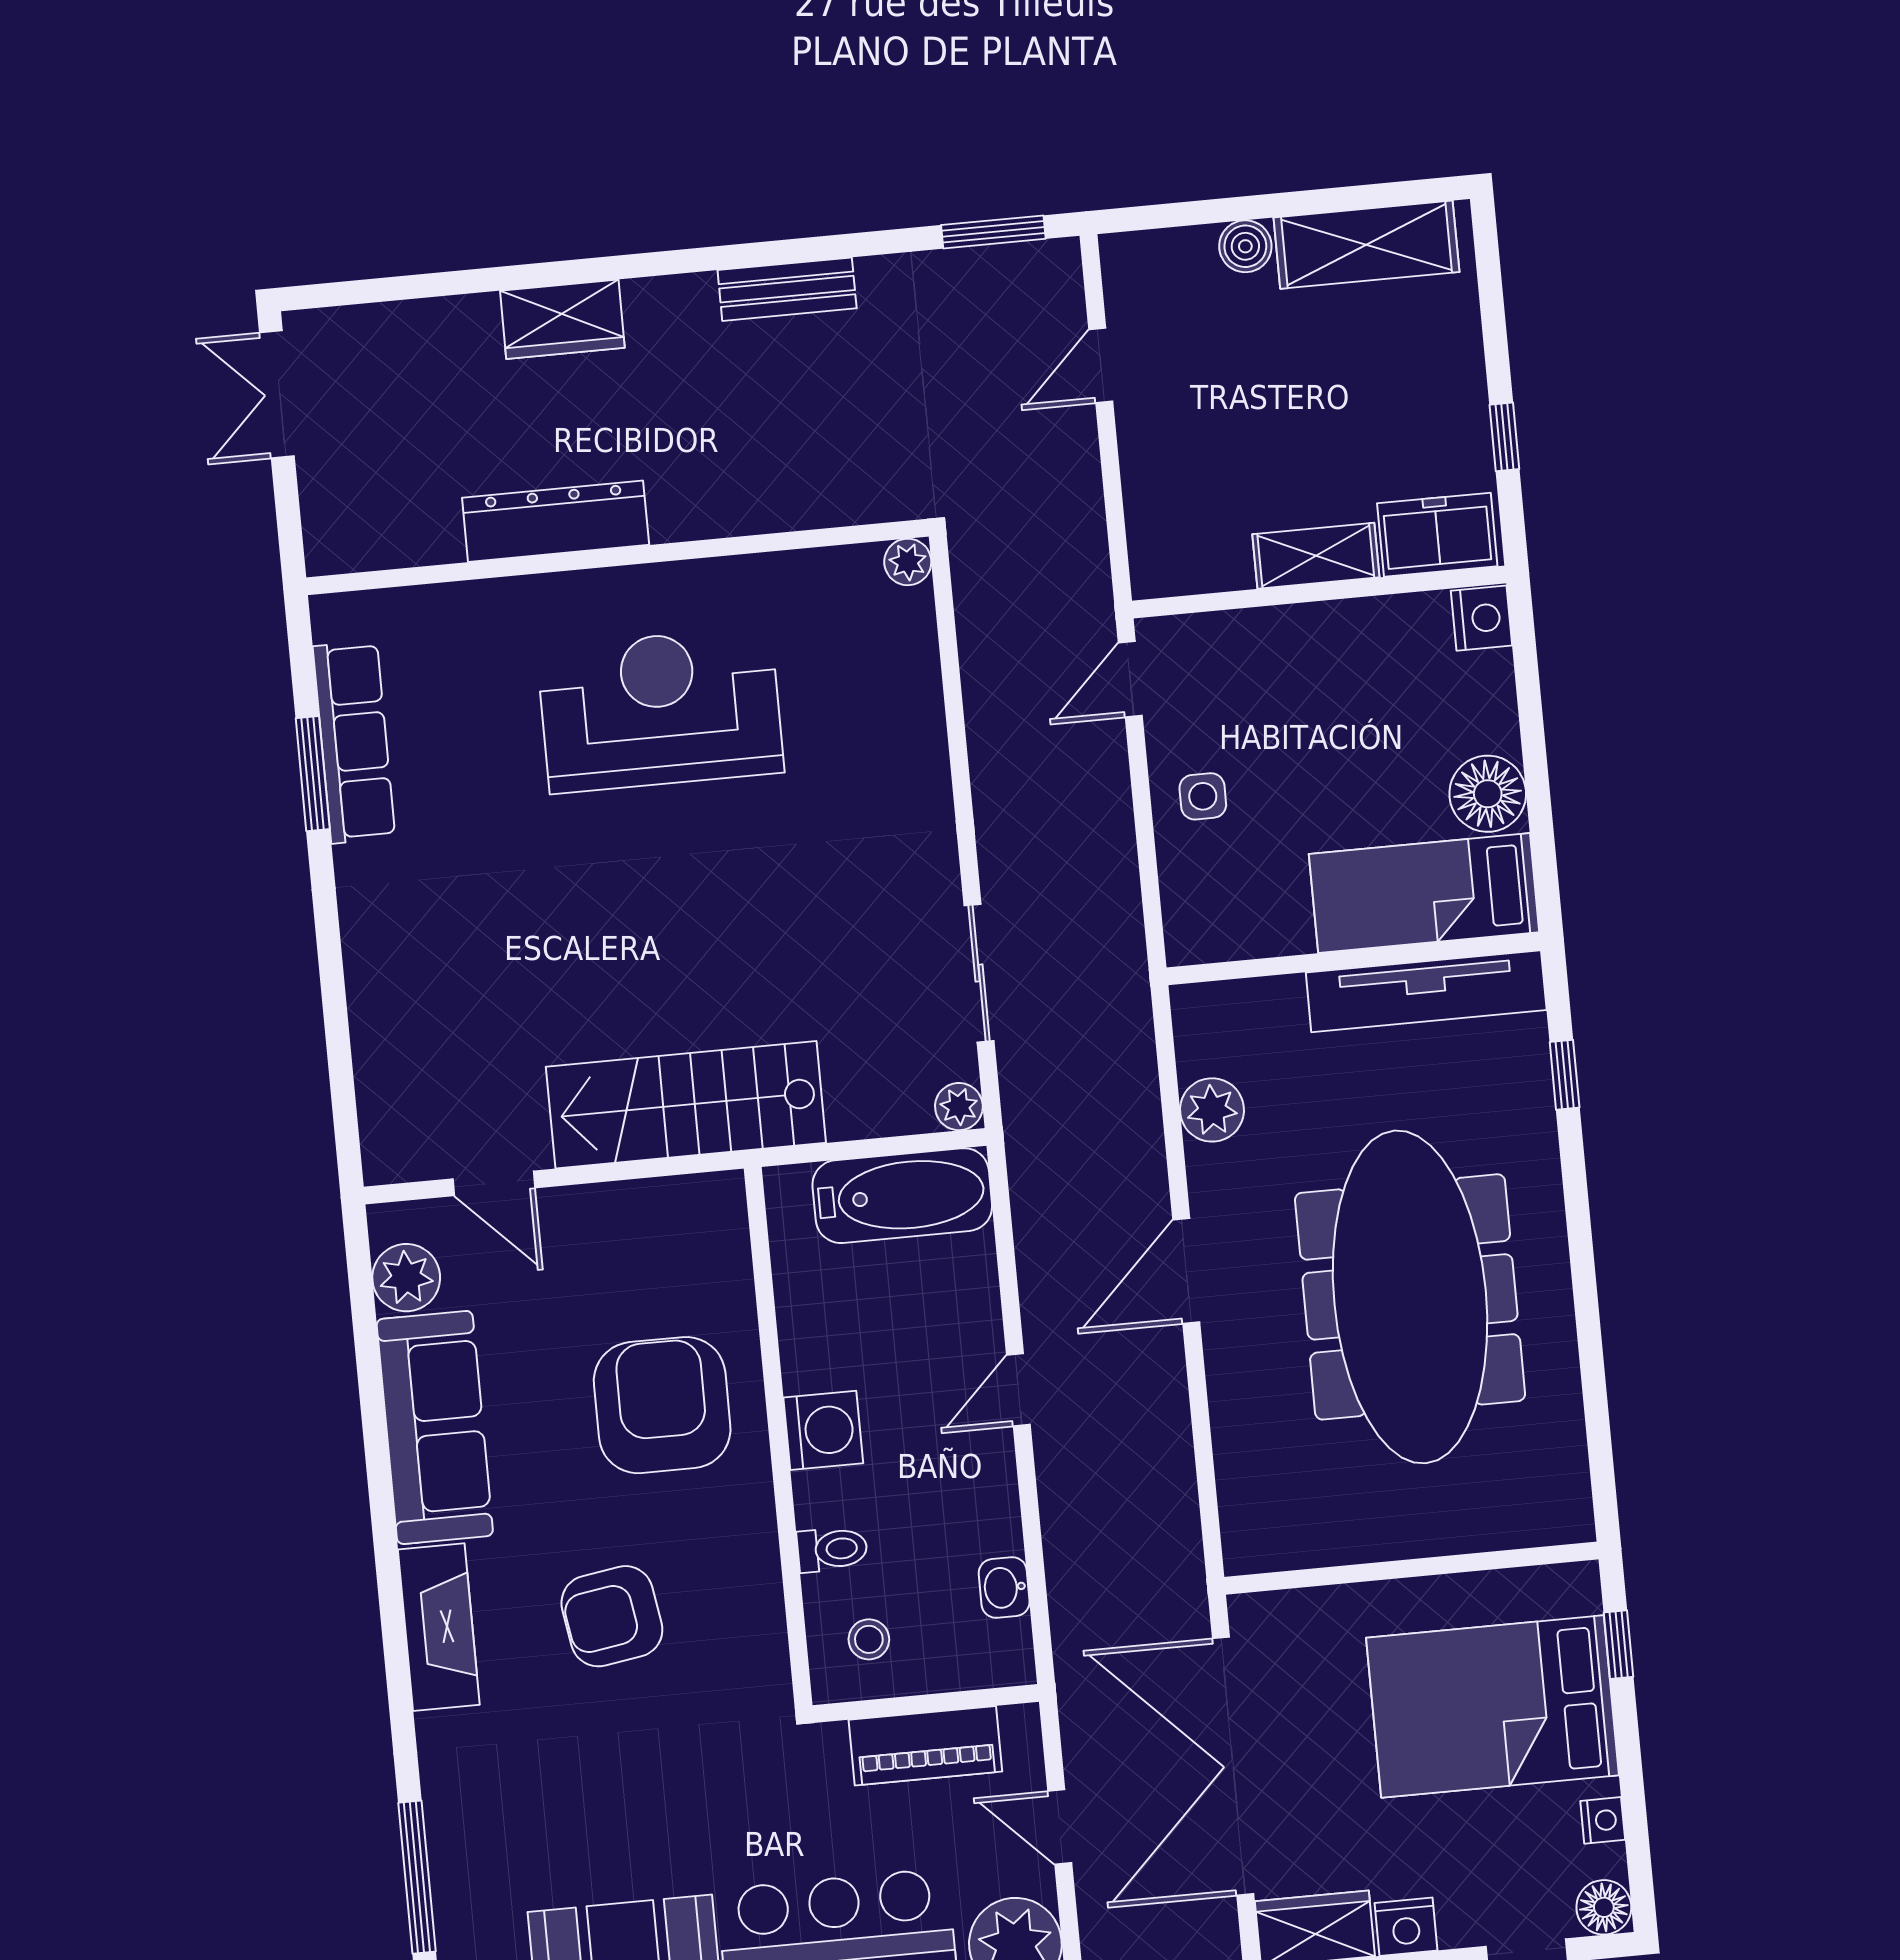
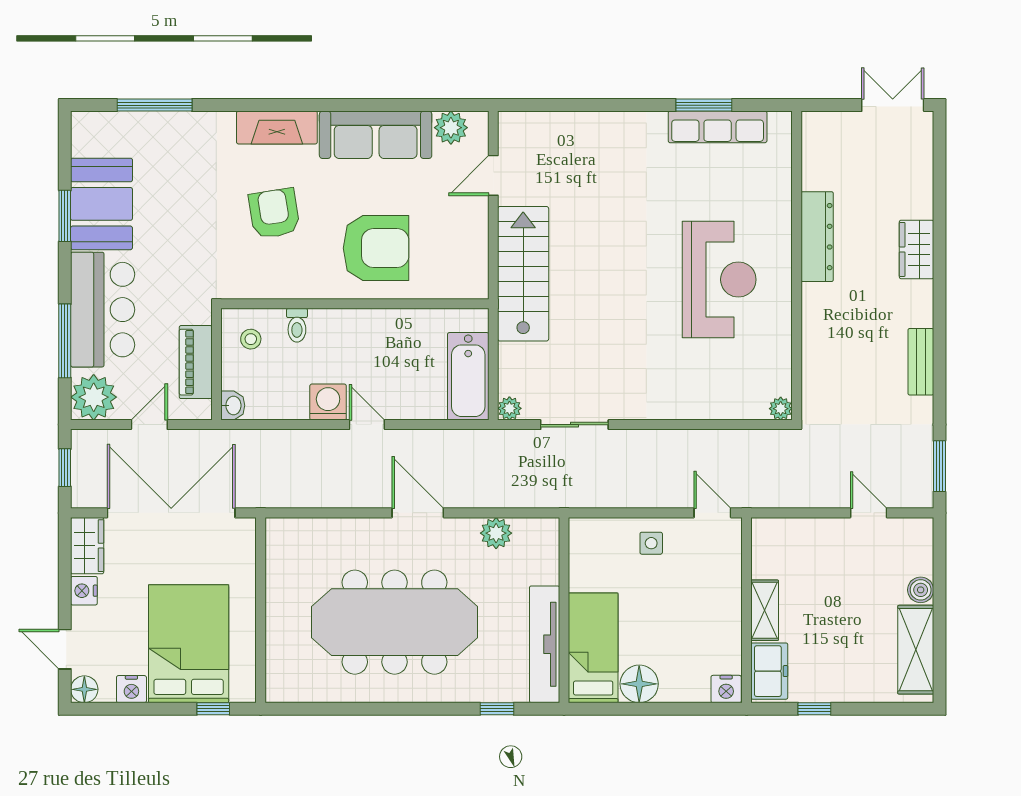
washing machine: (823, 1430) -> (328, 402), moved, turned 180
washbasin: (1004, 1588) -> (233, 405), moved, turned 90
nightstand: (1603, 1820) -> (131, 689), width x1.39, depth x1.35

